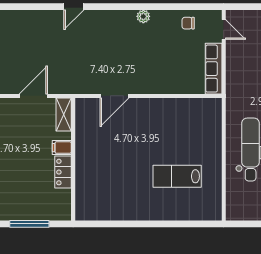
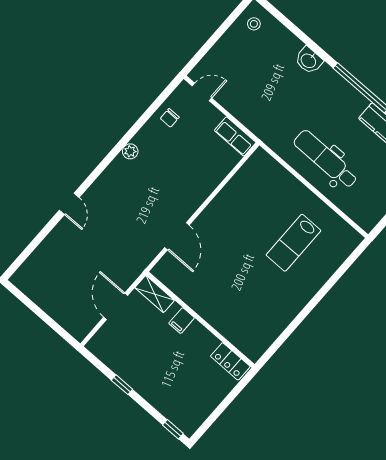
row of seats: (214, 69) -> (235, 136), width x0.68
locker: (63, 172) -> (230, 361), moved
window: (29, 224) -> (223, 406), removed

